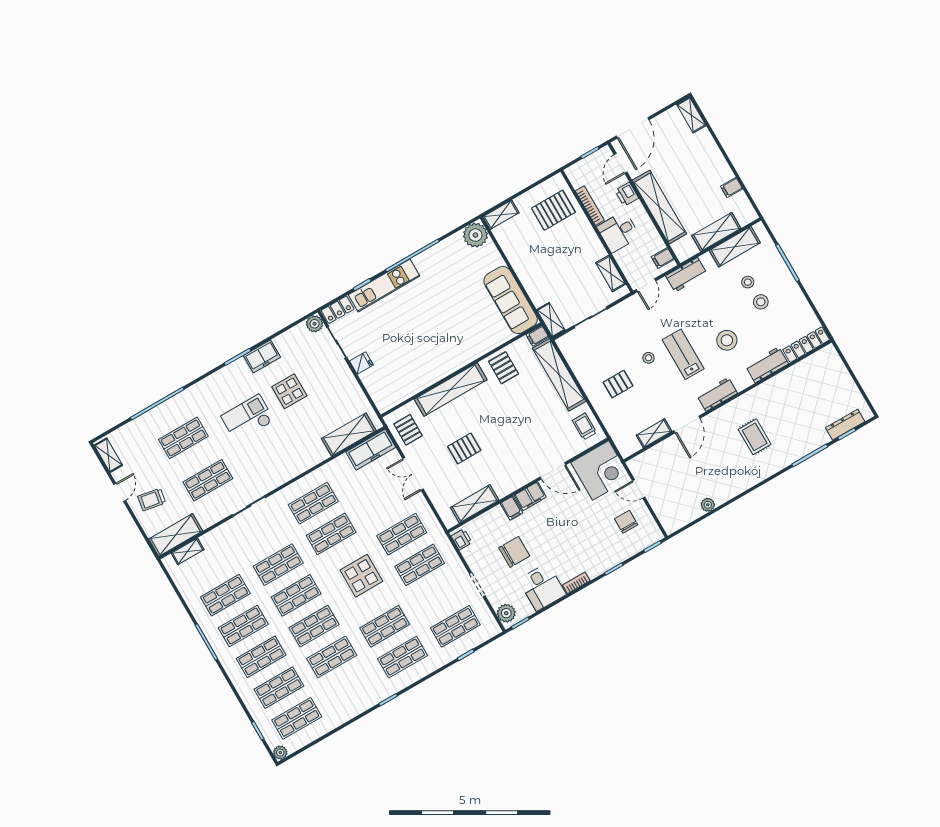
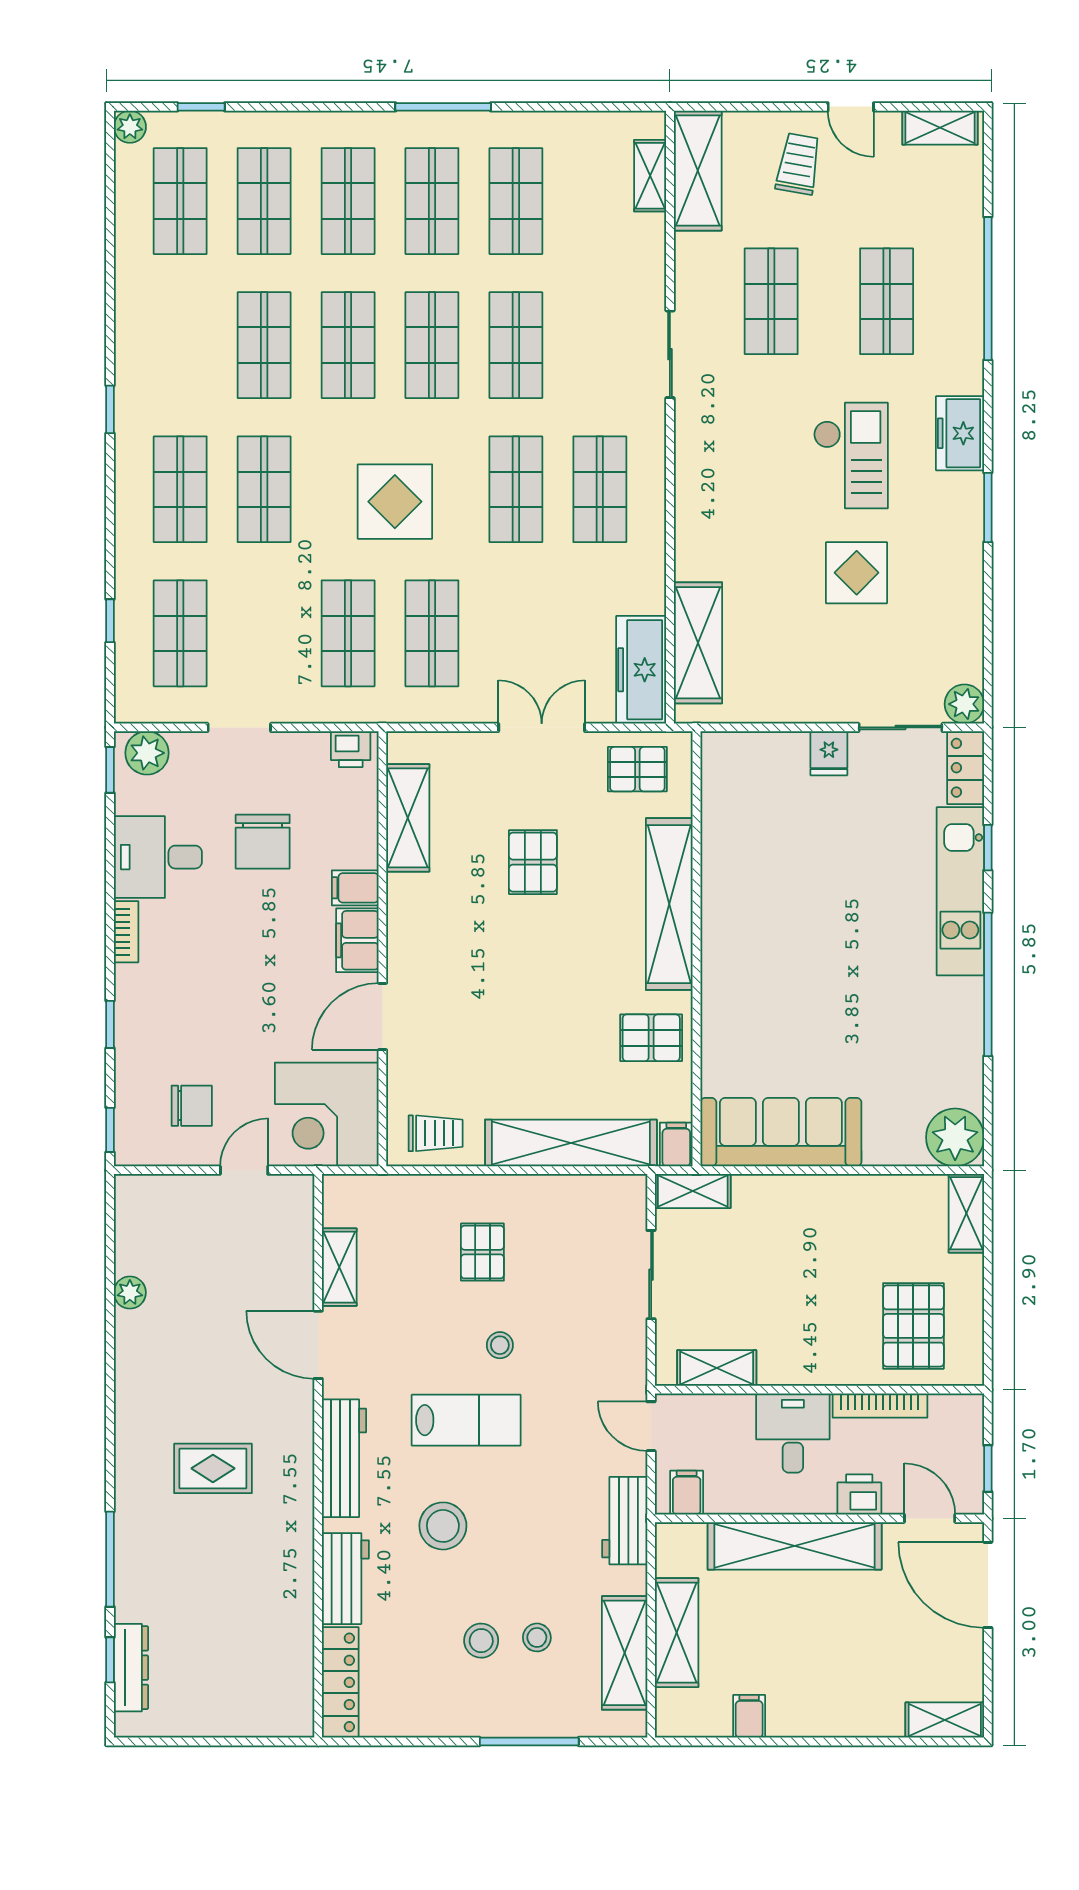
freezer: (262, 356) -> (960, 433), moved
workbench: (717, 394) -> (344, 1458), width x1.38

